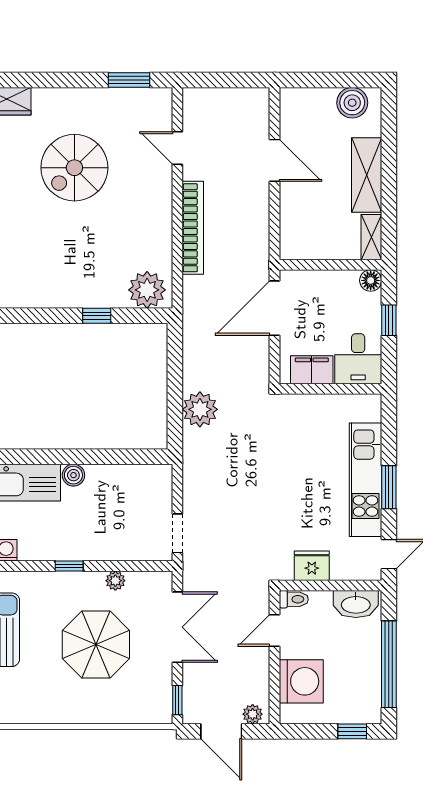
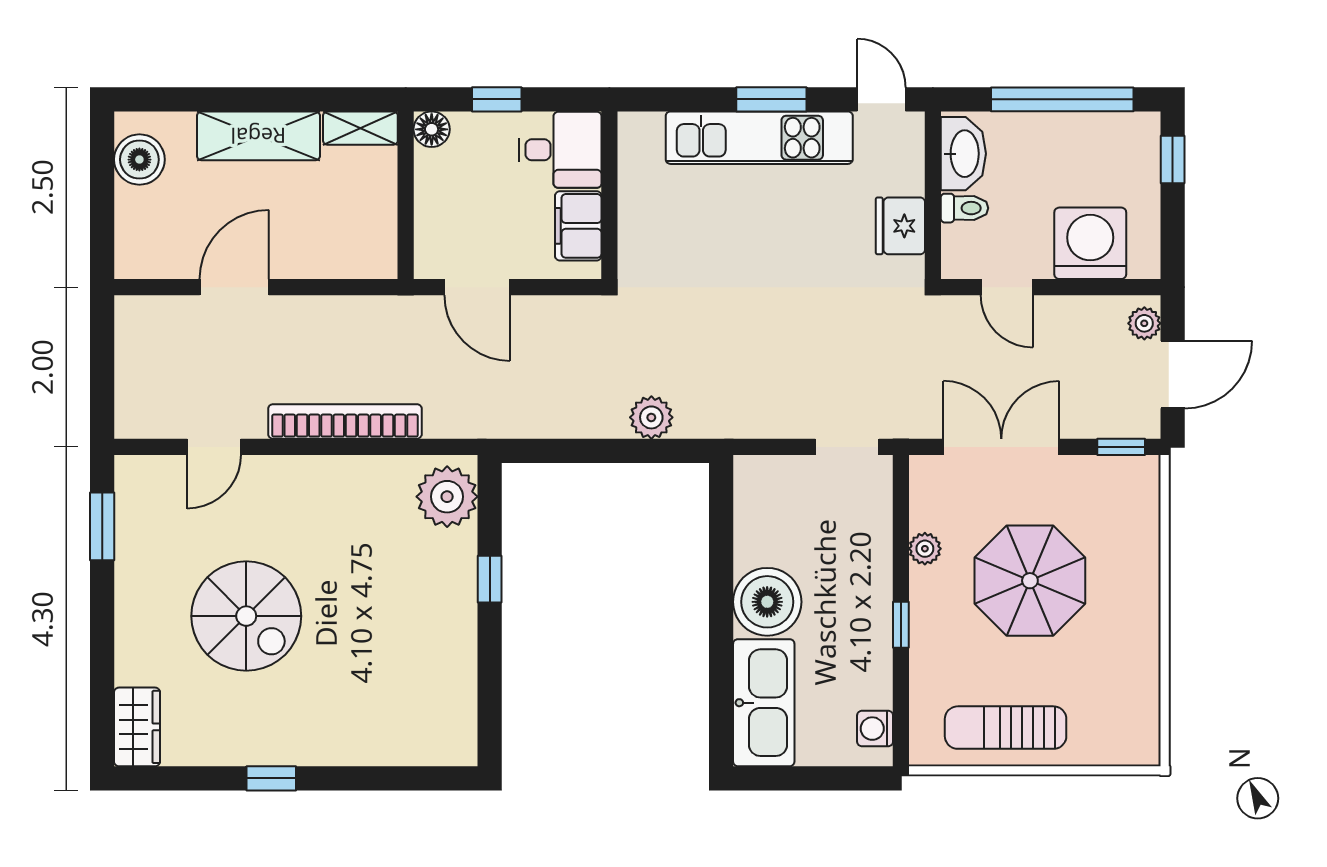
door: (275, 308) -> (477, 287), width x0.73
plant: (200, 409) -> (651, 417), width x0.73, depth x0.73
boiler: (73, 475) -> (767, 602), width x1.86, depth x1.86
toilet: (294, 599) -> (965, 208), moved, turned 90

